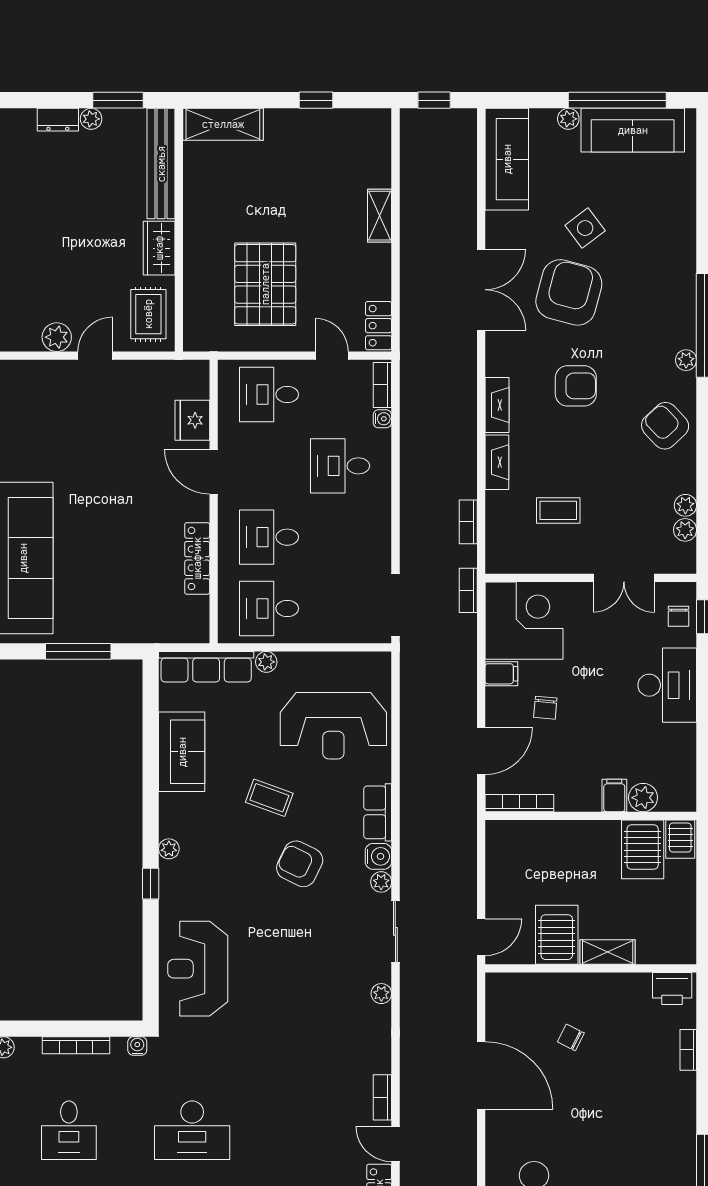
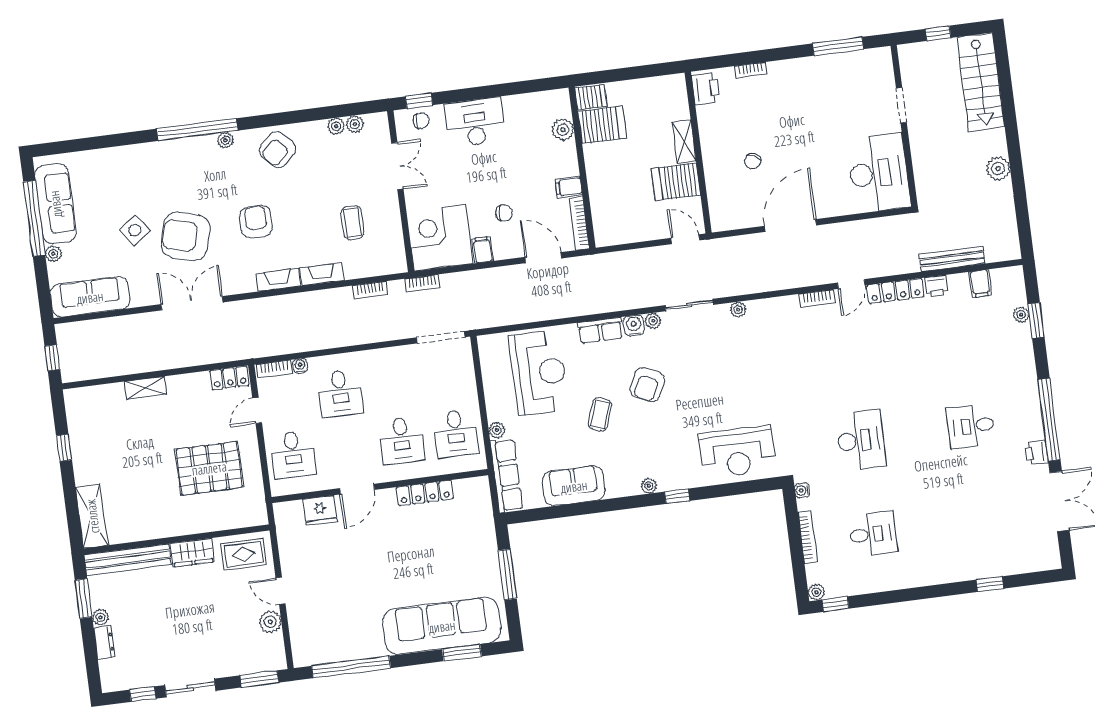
filing cabinet: (614, 796) -> (569, 187), moved

